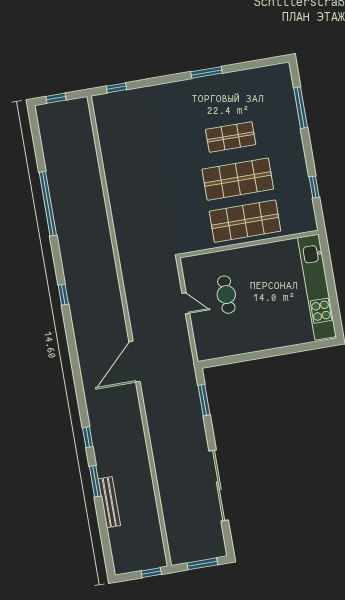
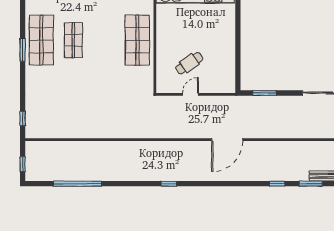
shop shelf: (238, 179) -> (41, 40), moved
window: (48, 204) -> (77, 184), moved
cafe table: (226, 295) -> (189, 63), turned -34
door: (134, 362) -> (227, 140), hinge flipped

